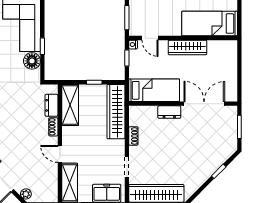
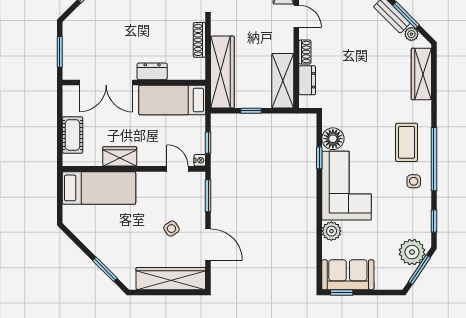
wardrobe: (187, 47) -> (120, 156), width x0.67
cot: (230, 64) -> (72, 135), added
shoe rack: (133, 136) -> (199, 40), width x1.43

